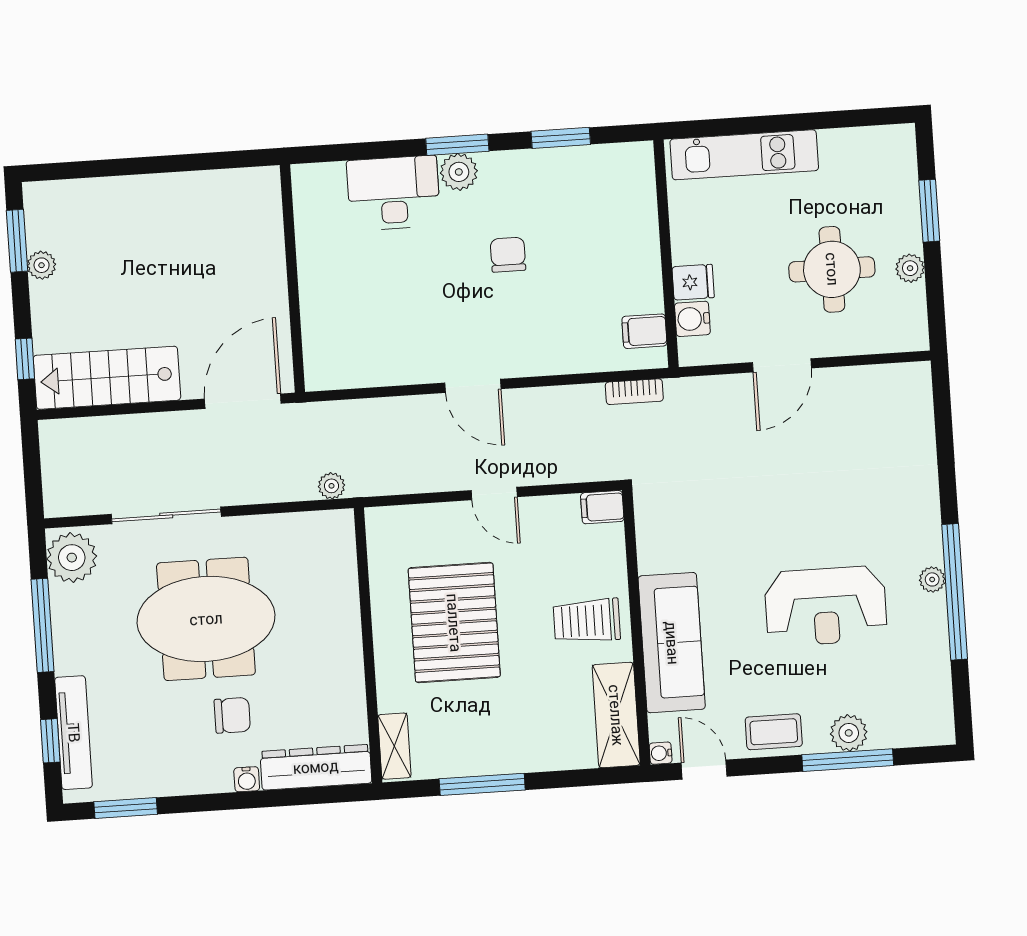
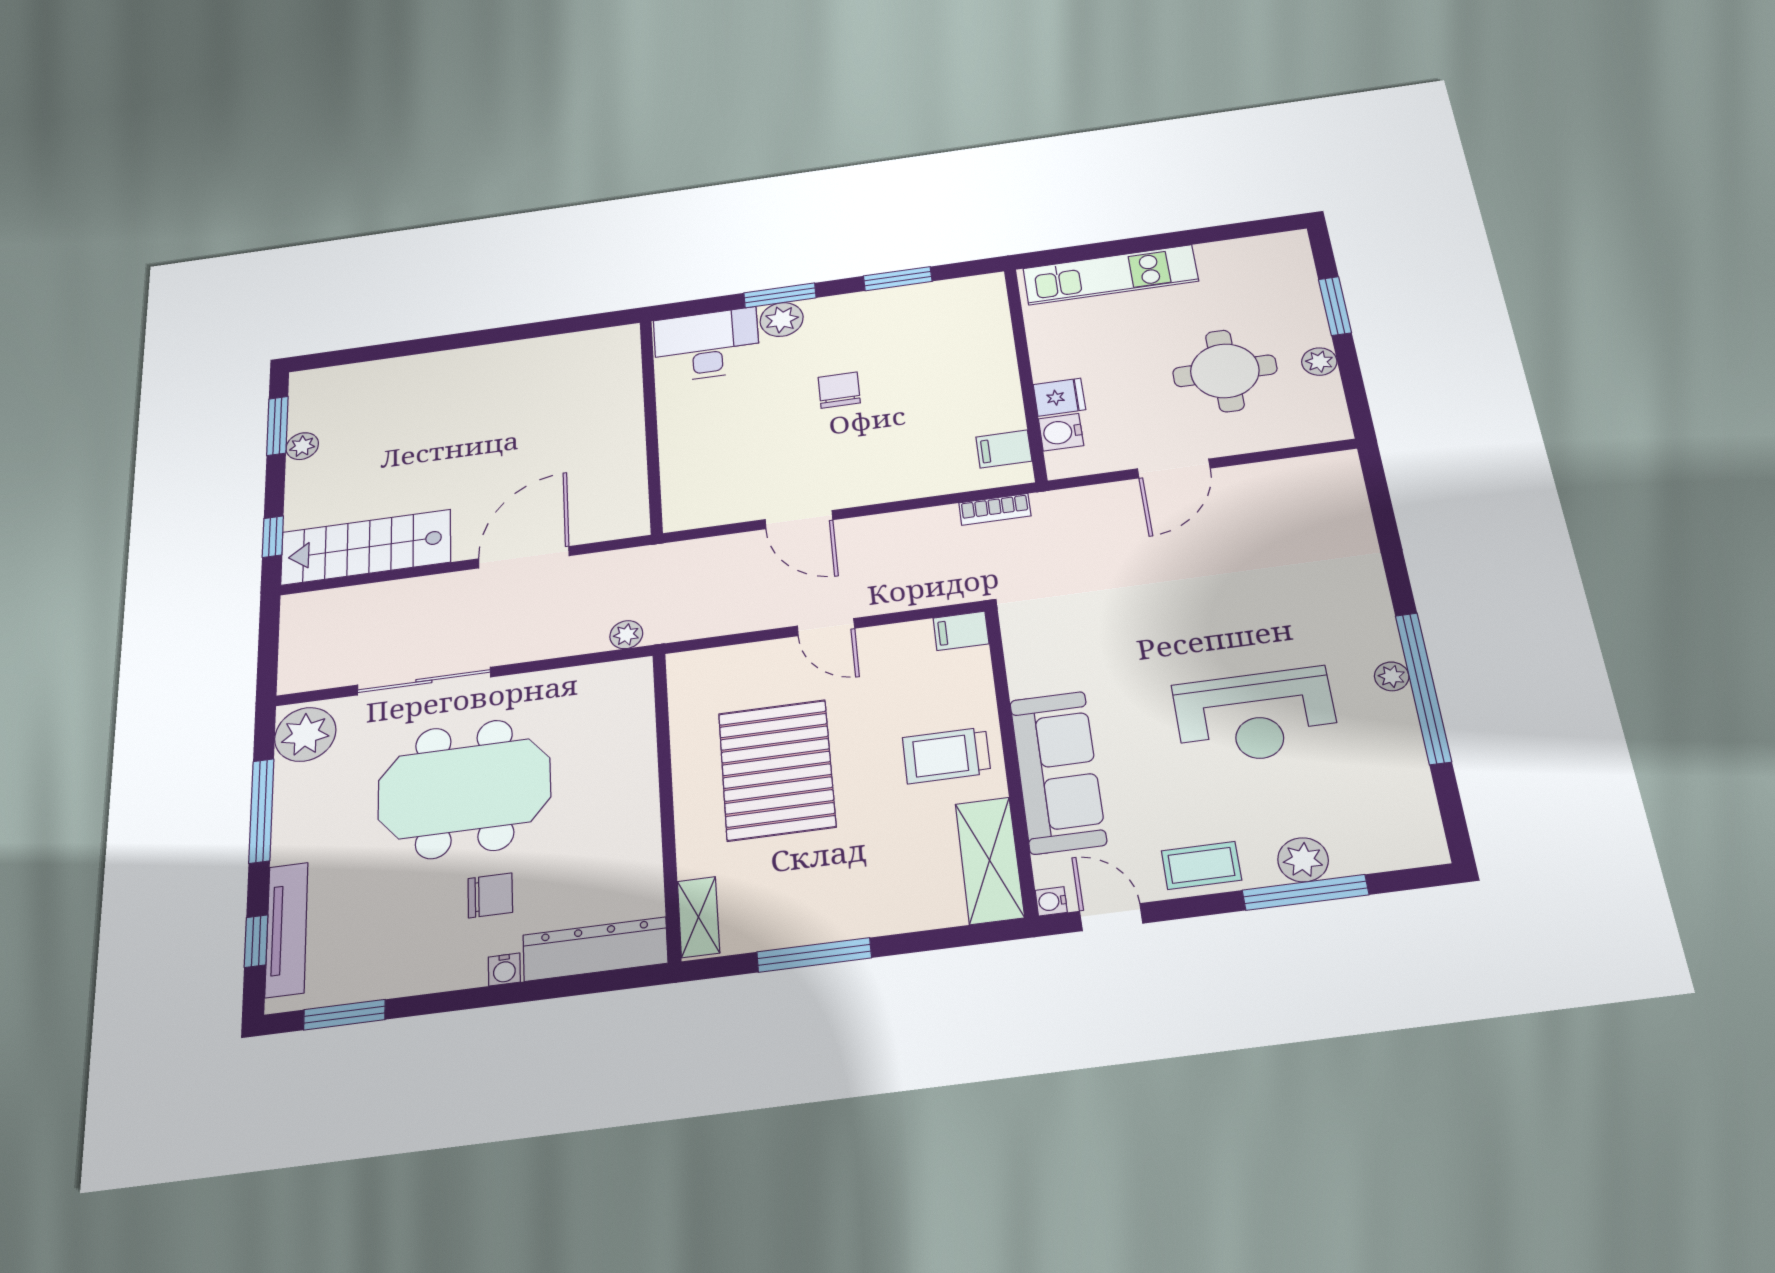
wall: (292, 278) -> (651, 425), moved

